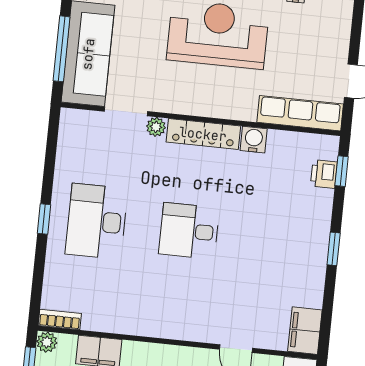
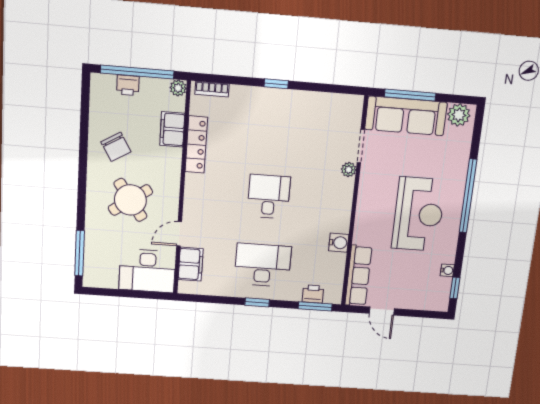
locker: (203, 134) -> (196, 145), moved, turned 180
window: (342, 171) -> (315, 306), width x1.50
desk: (97, 221) -> (263, 265), moved
bookcase: (60, 320) -> (212, 89), moved, turned 90
filing cabinet: (305, 331) -> (191, 264), moved, turned 90

